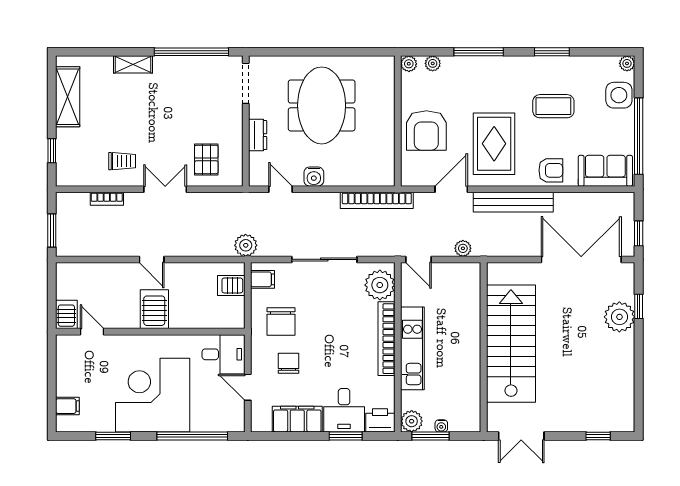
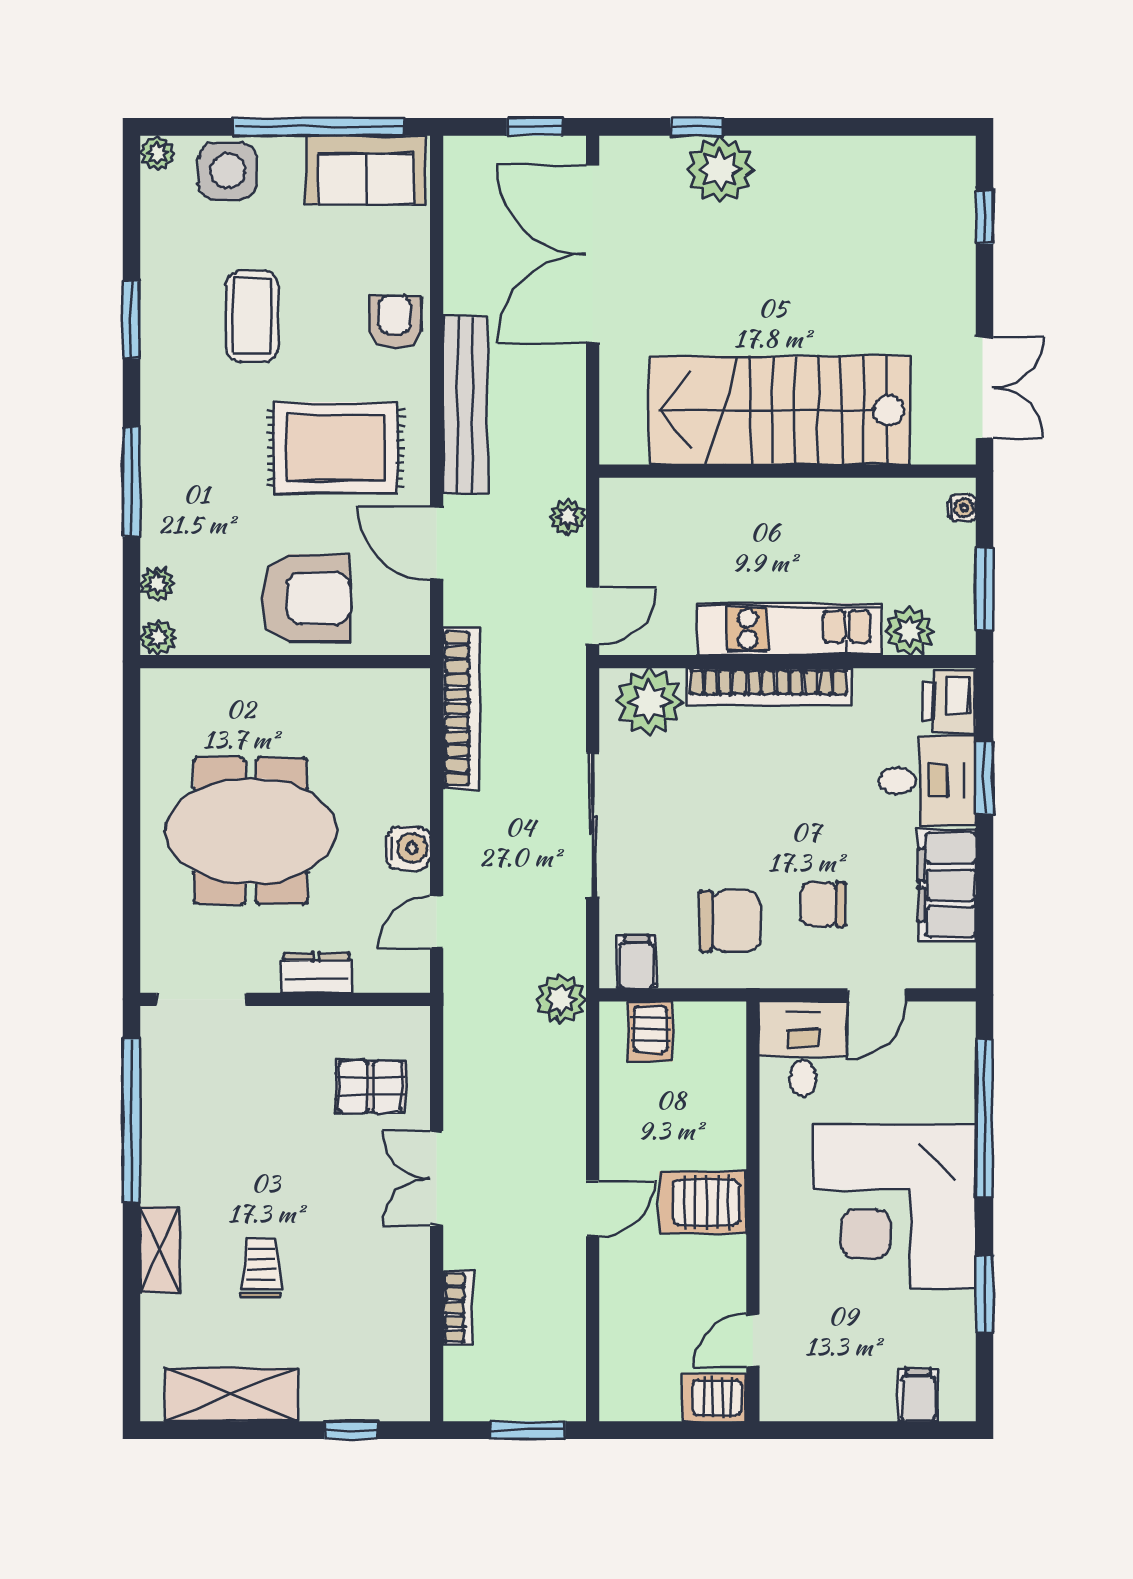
trolley: (122, 161) -> (261, 1268), moved
sofa: (605, 171) -> (366, 170), moved, turned -90
plant: (412, 421) -> (909, 631), moved
water cooler: (441, 426) -> (962, 508), moved

